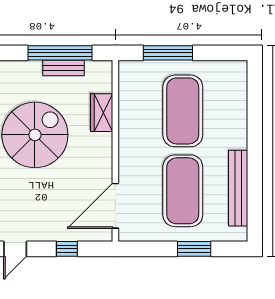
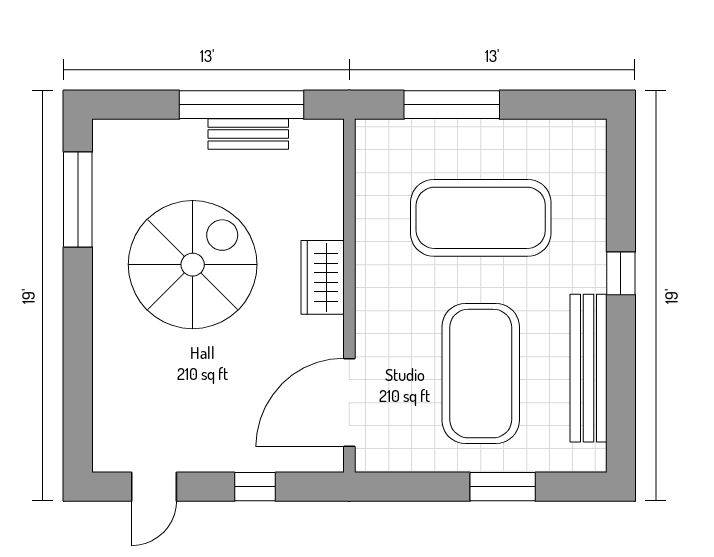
exercise mat: (183, 111) -> (481, 218), turned 90
wardrobe: (102, 113) -> (323, 277), moved
window: (255, 139) -> (621, 273), added

